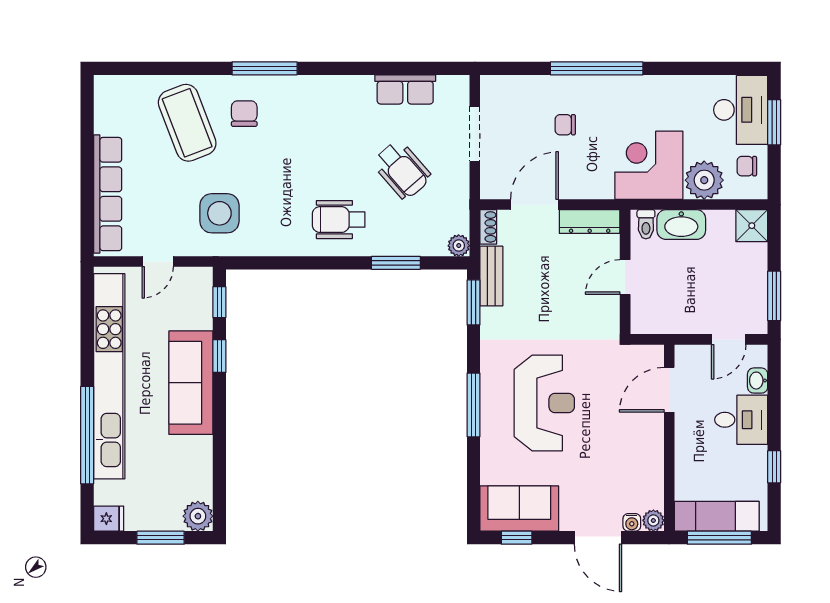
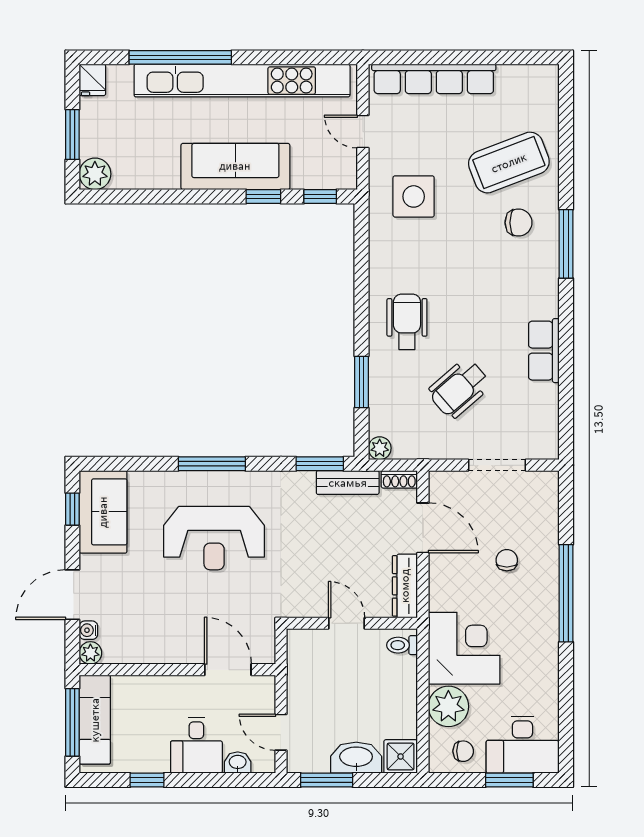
row of seats: (405, 89) -> (544, 351), moved
chair: (747, 166) -> (463, 751), turned 90
washbasin: (681, 225) -> (356, 758), moved, turned 90

